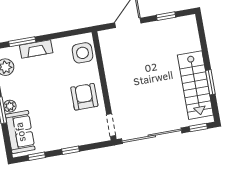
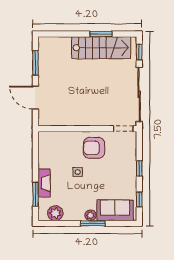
window: (166, 16) -> (35, 63), width x1.50
side table: (82, 53) -> (78, 172), moved, width x0.54, depth x0.54

